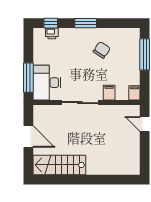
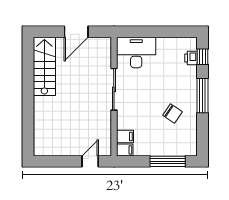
window: (86, 23) -> (203, 96), width x1.44
window: (28, 78) -> (142, 32), removed
filing cabinet: (109, 93) -> (125, 137), moved

